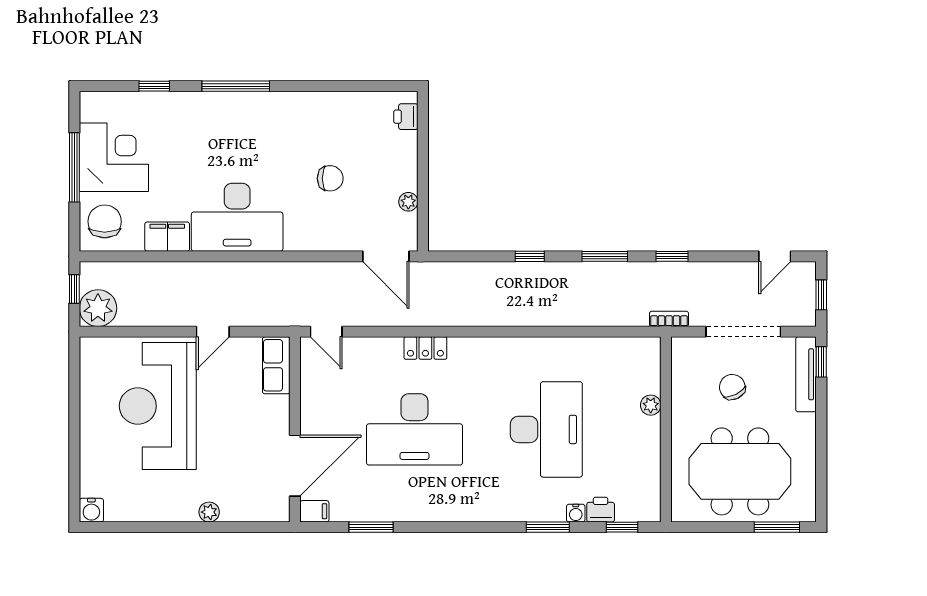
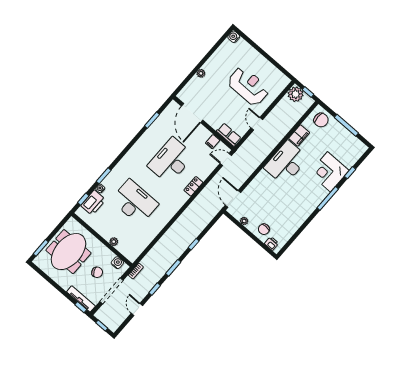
corner desk: (114, 157) -> (329, 172), moved, turned 90
chair: (330, 178) -> (264, 229), moved
door: (386, 256) -> (233, 199), hinge flipped
door: (775, 256) -> (137, 310), moved
water cooler: (683, 365) -> (117, 263), added
reception desk: (158, 406) -> (248, 86), width x0.74, depth x0.77
desk: (546, 429) -> (135, 202), turned 180
printer: (601, 510) -> (93, 203), width x1.87, depth x1.48
filing cabinet: (314, 511) -> (213, 142), moved

